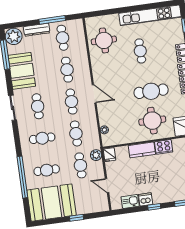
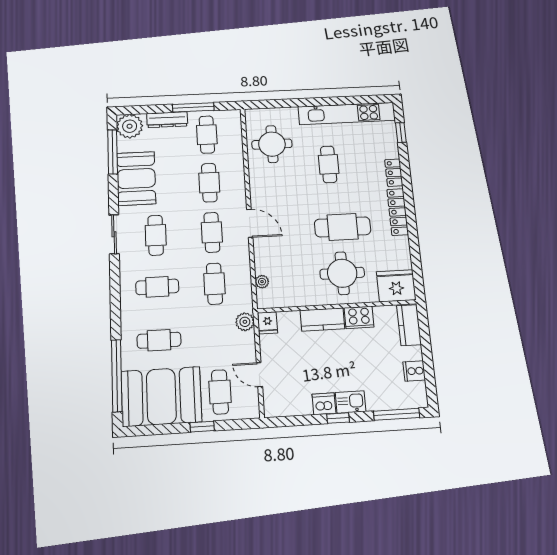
cafe table: (80, 165) -> (220, 392), moved
window: (22, 177) -> (117, 376), moved
kitchen sink: (130, 201) -> (351, 402), moved

